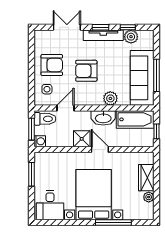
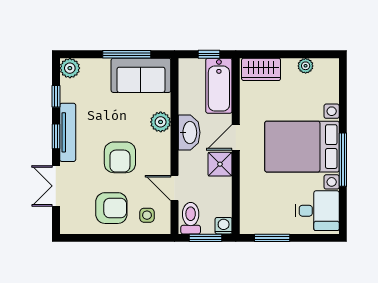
plant: (131, 37) -> (70, 68), moved
armchair: (52, 65) -> (111, 208), turned 90
sofa: (142, 78) -> (141, 75), width x0.73
bathtub: (135, 119) -> (219, 86), moved, turned 180
wardrobe: (146, 178) -> (261, 69), moved
window: (113, 222) -> (343, 160), moved

